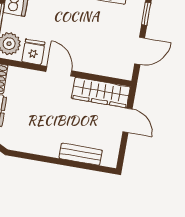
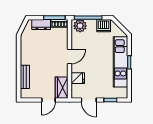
fridge: (33, 52) -> (78, 78), moved
wardrobe: (101, 93) -> (62, 88), width x0.67

